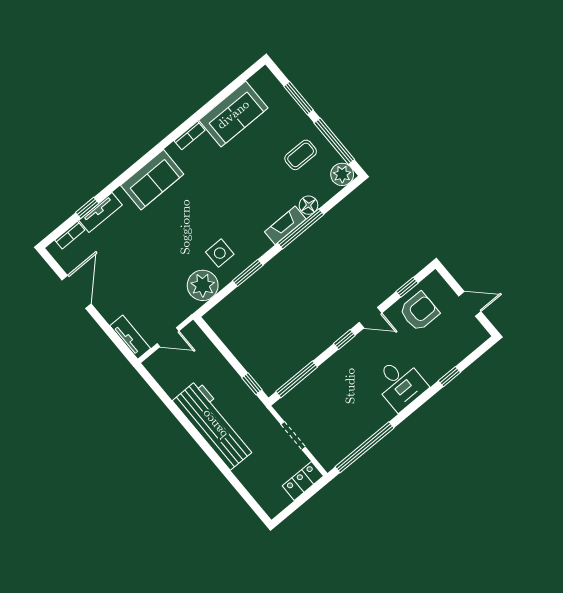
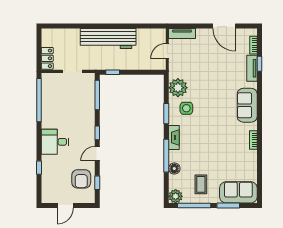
sofa: (233, 114) -> (238, 192), moved, turned 90
fireplace: (285, 225) -> (174, 137), moved

